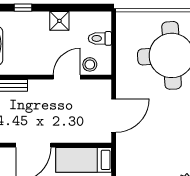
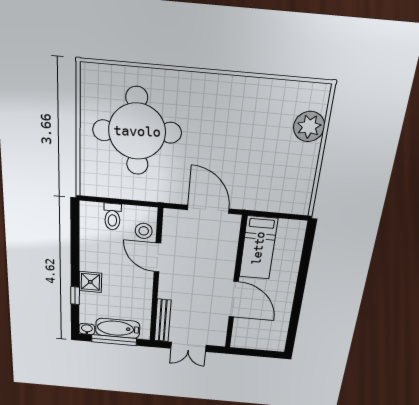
shower: (59, 21) -> (90, 282), moved

